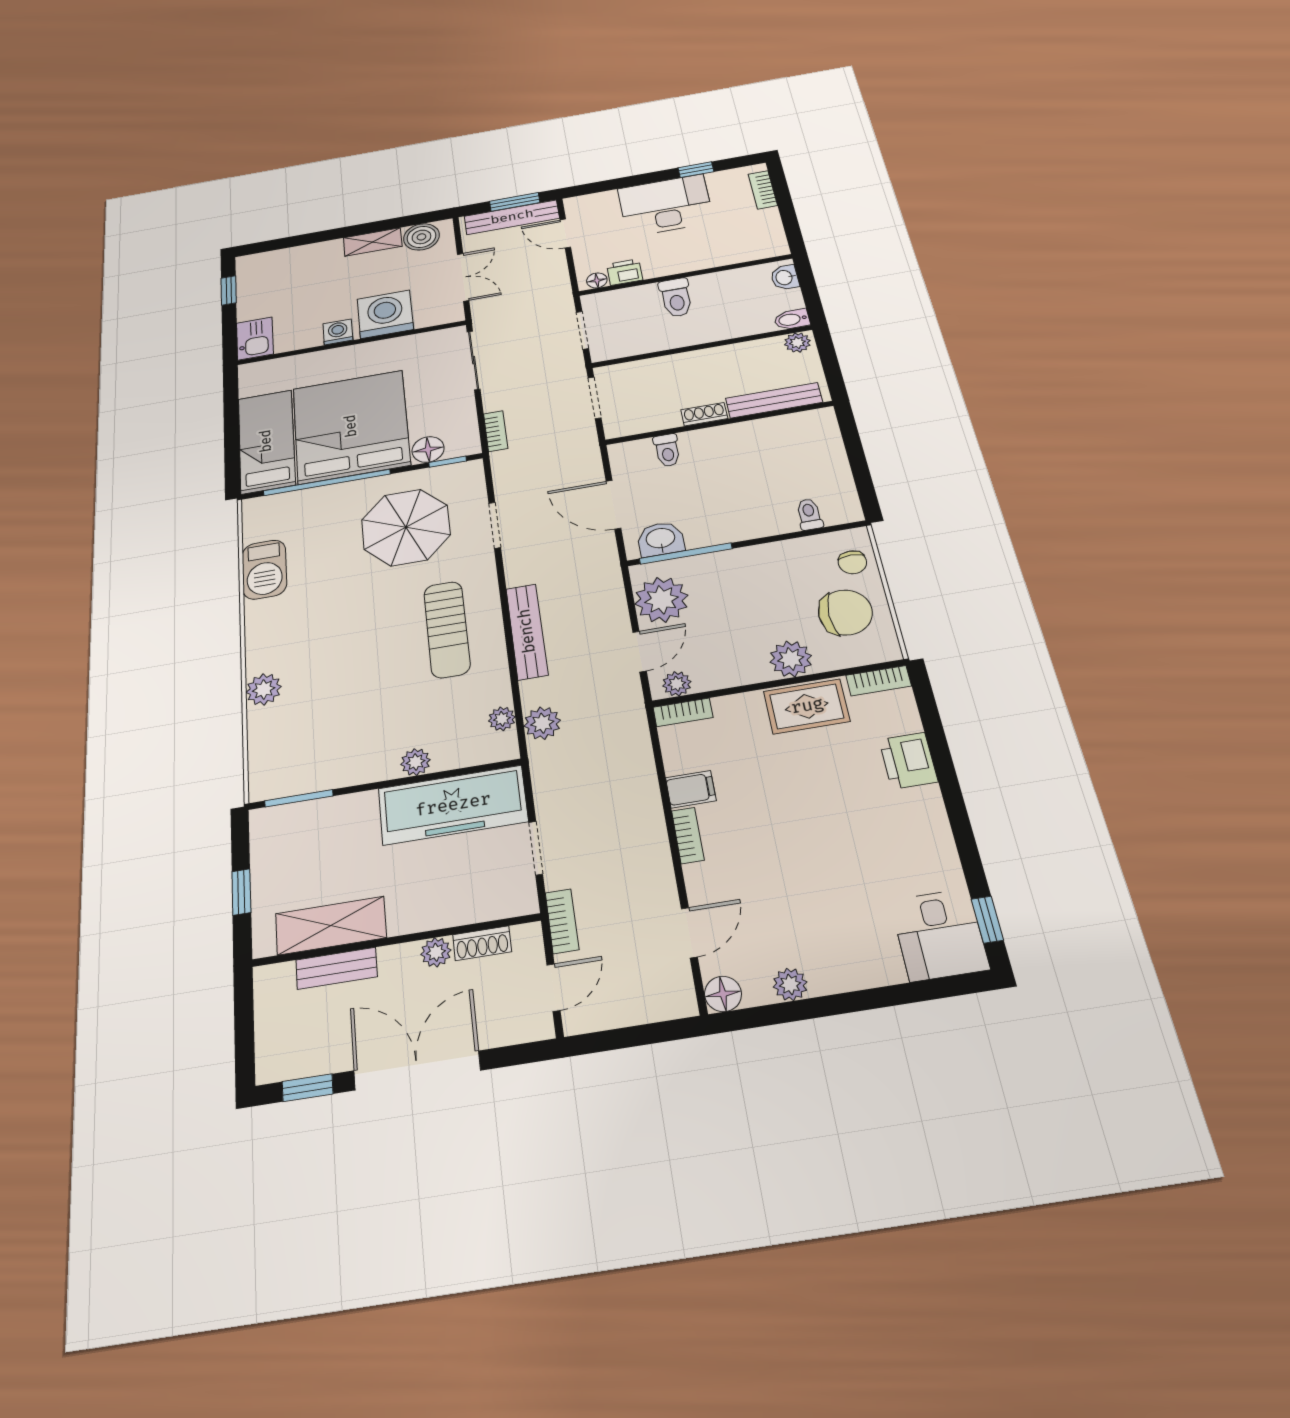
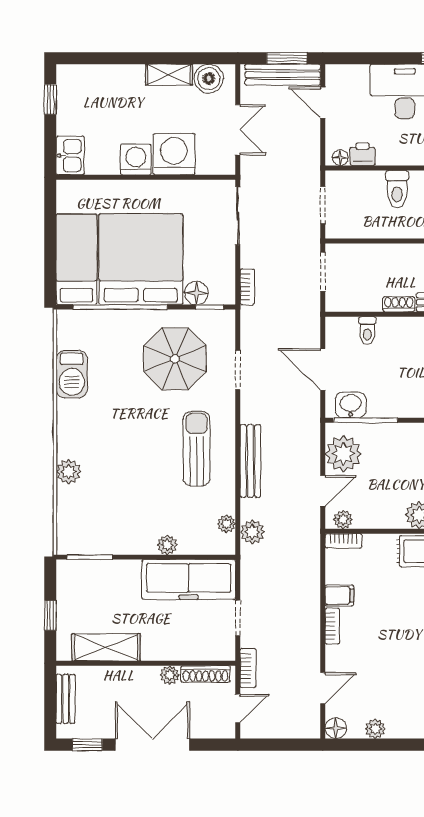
washing machine: (338, 332) -> (136, 160), width x1.38, depth x1.38
sun lounger: (447, 629) -> (197, 449), turned 180
shoe rack: (482, 943) -> (206, 674), width x1.43
bench: (336, 968) -> (66, 699), moved, turned 90

